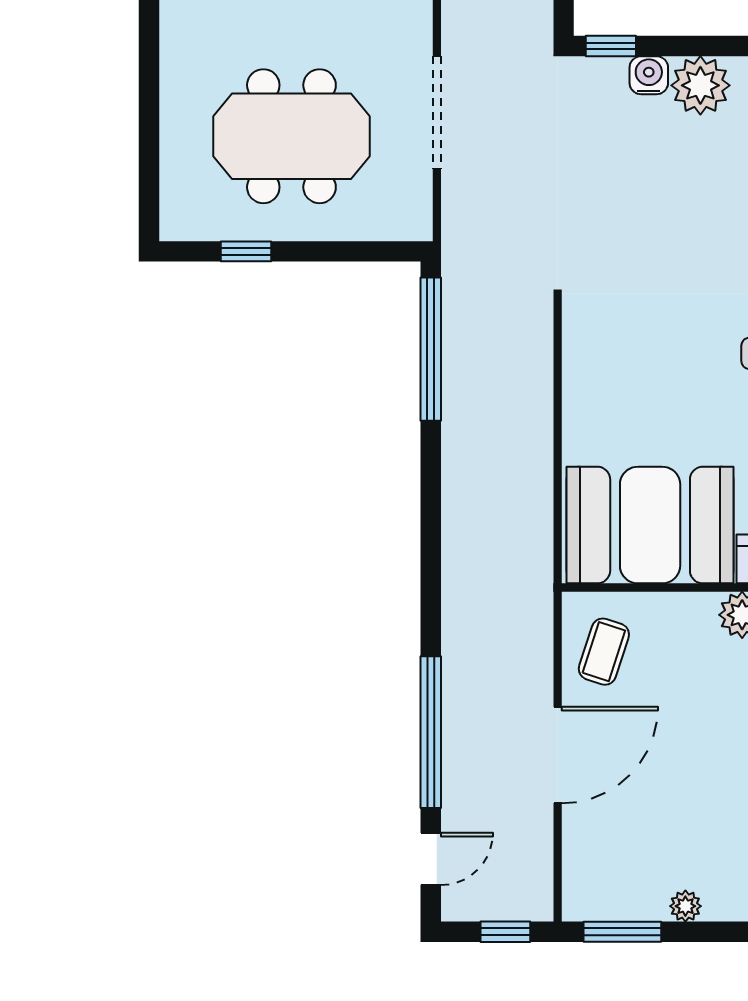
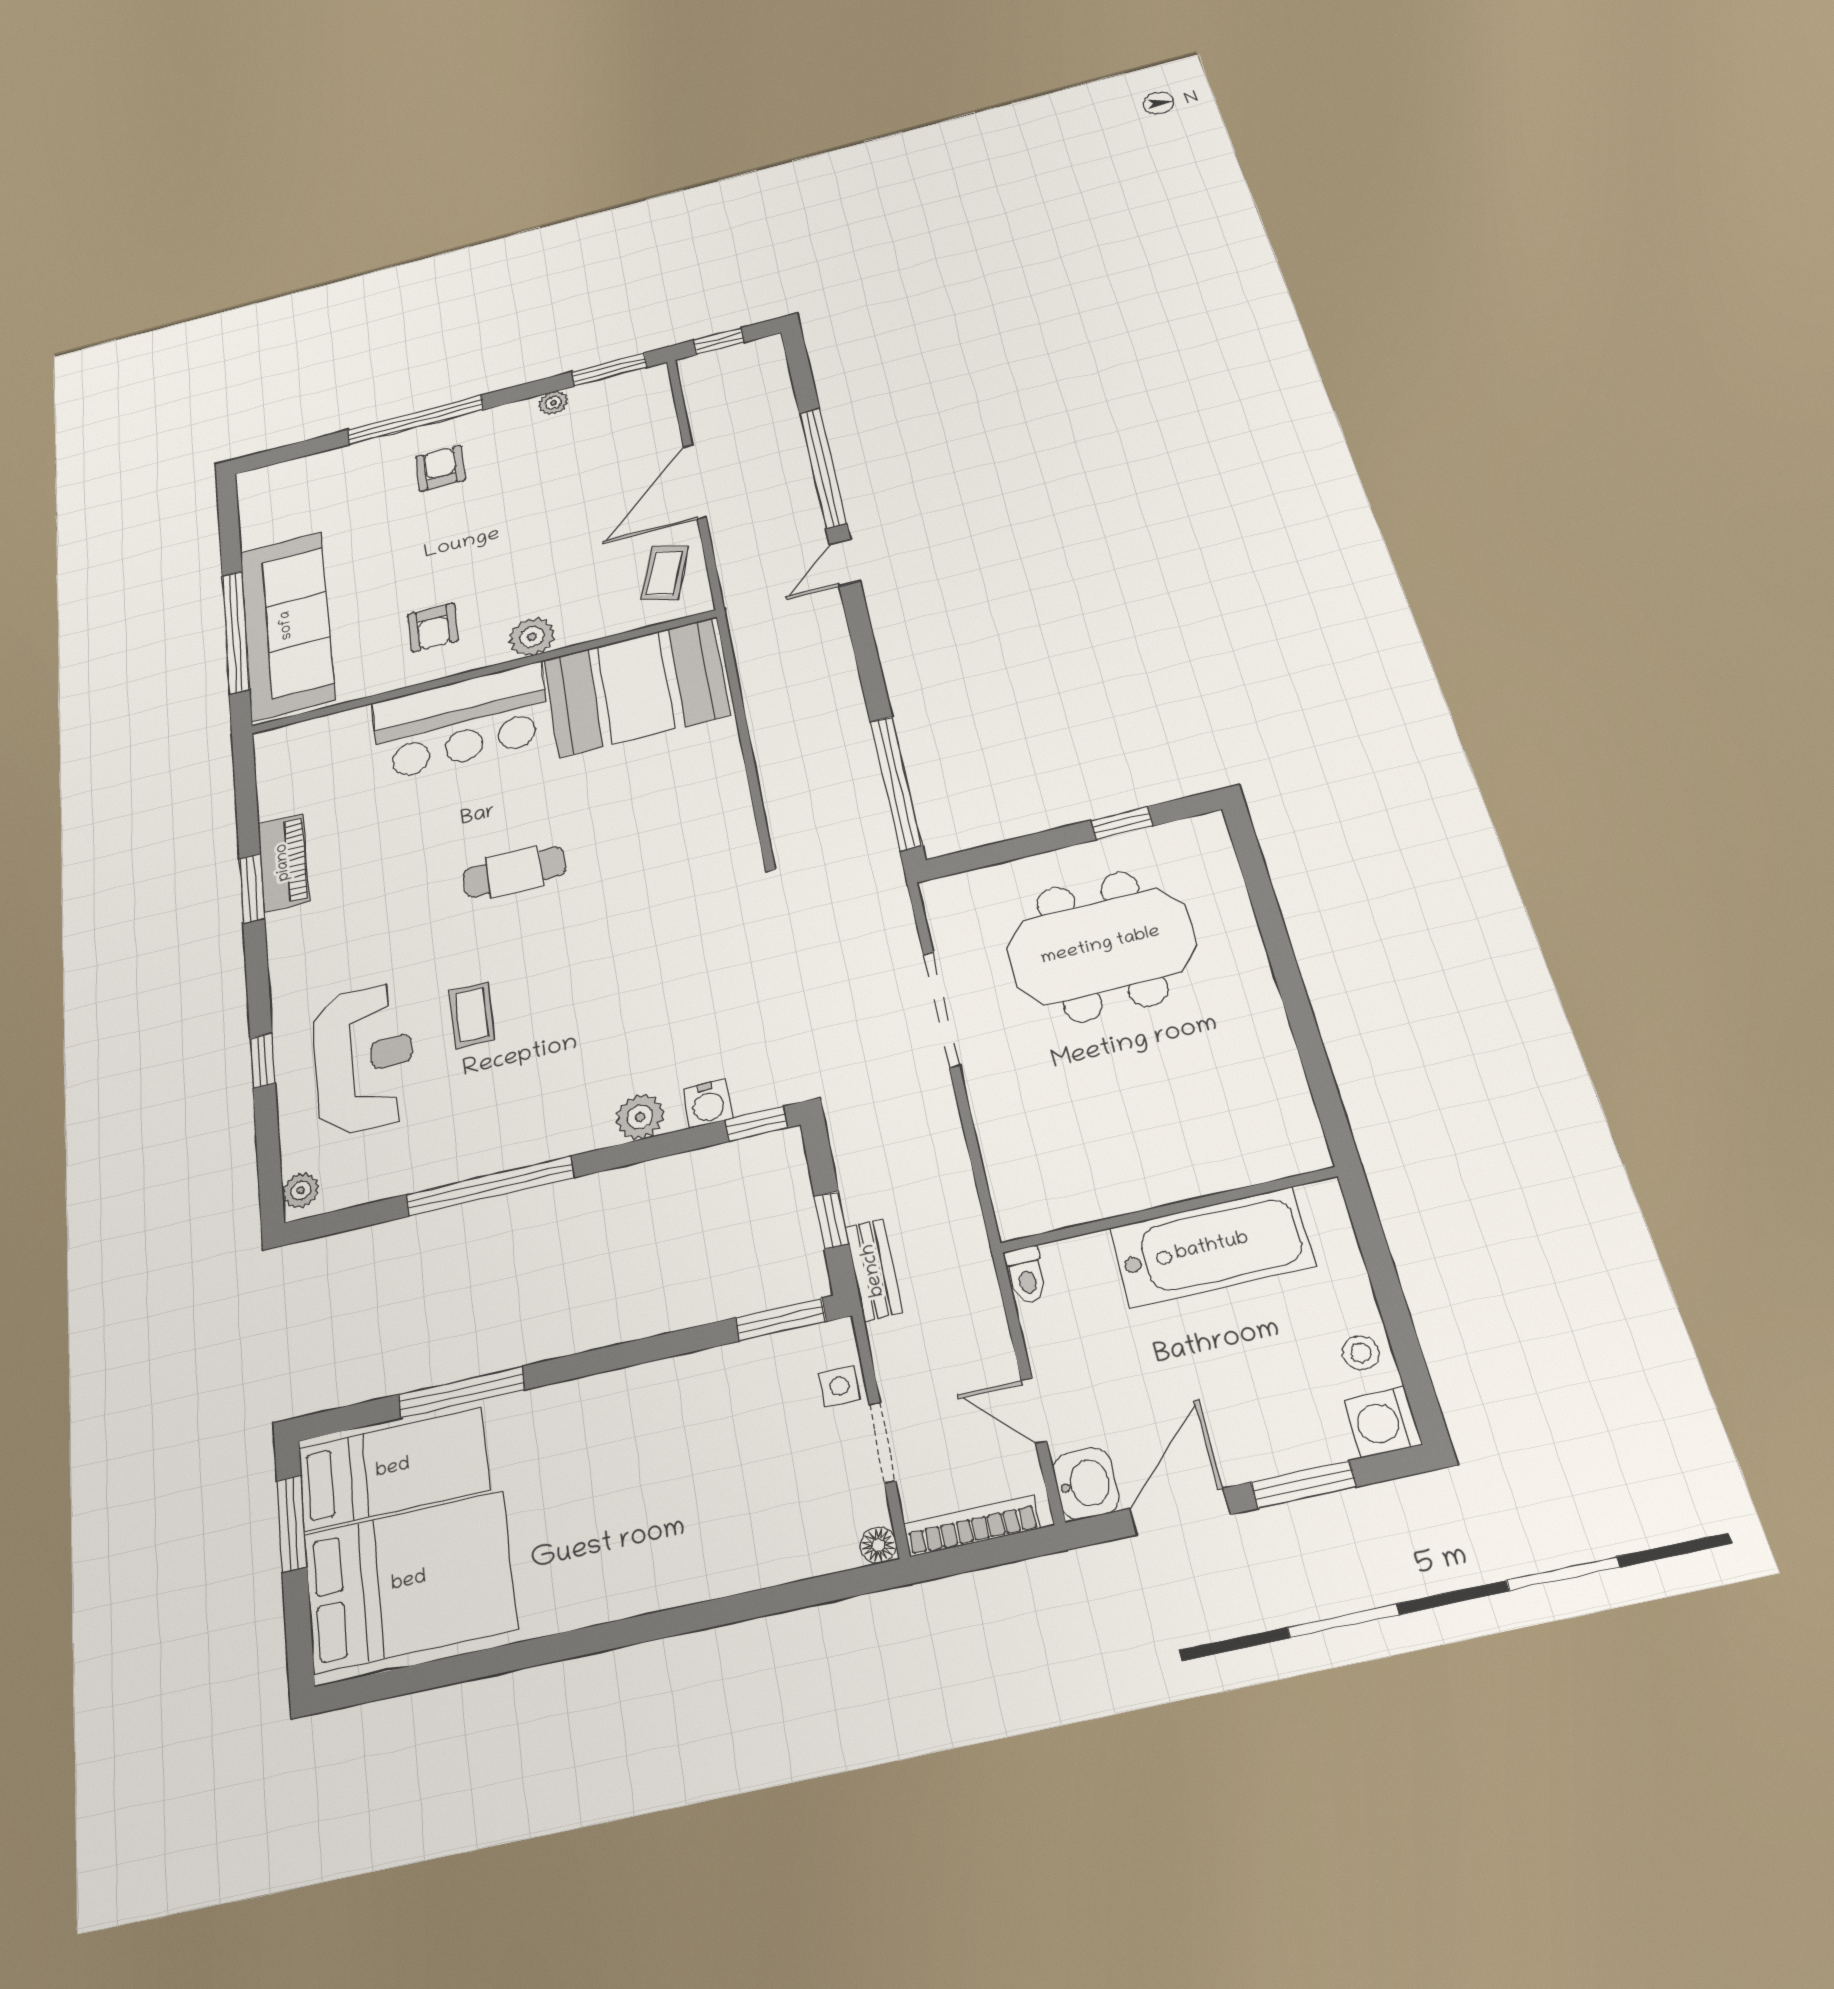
plant: (700, 85) -> (640, 1117), width x0.73, depth x0.73
door: (431, 859) -> (845, 563), moved

